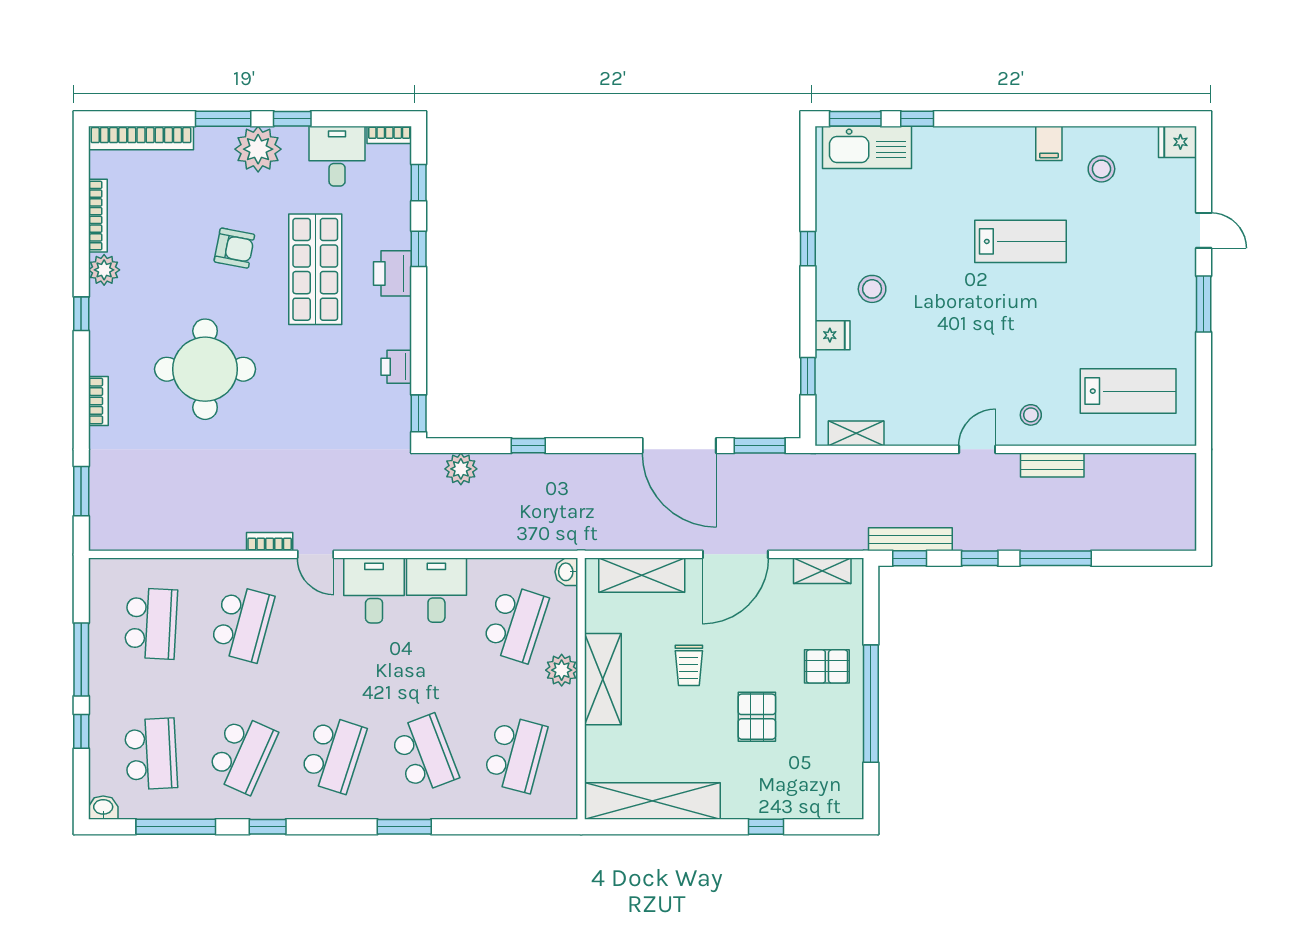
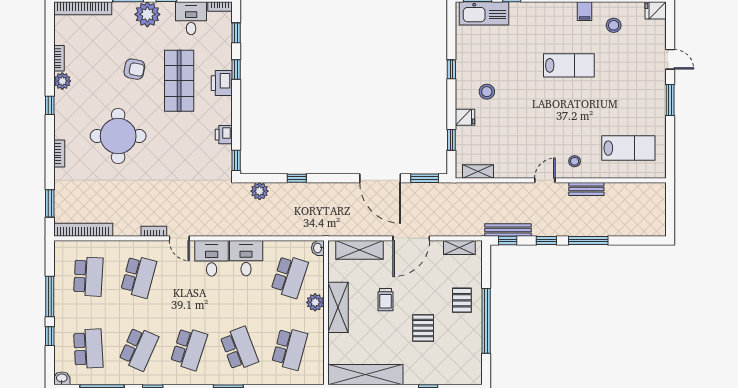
bookcase: (98, 216) -> (59, 58), width x0.64
bookcase: (142, 539) -> (83, 230), added
pallet: (827, 666) -> (462, 300), turned 90

